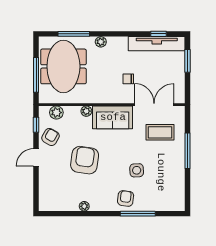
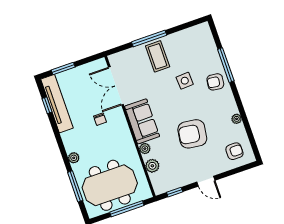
plant: (56, 113) -> (152, 166), moved
coffee table: (160, 132) -> (158, 56), moved
armchair: (50, 137) -> (234, 151), moved, turned 151

